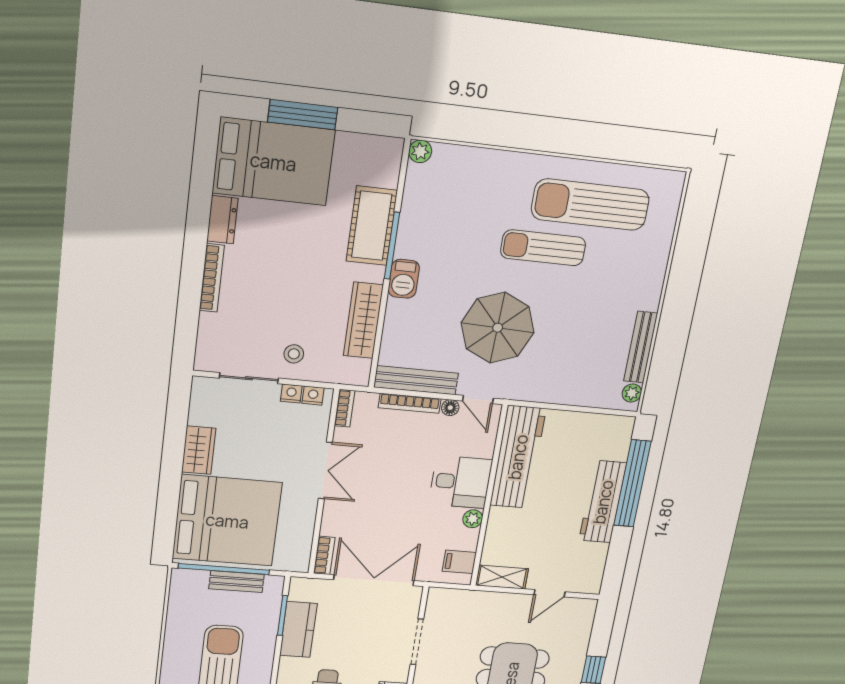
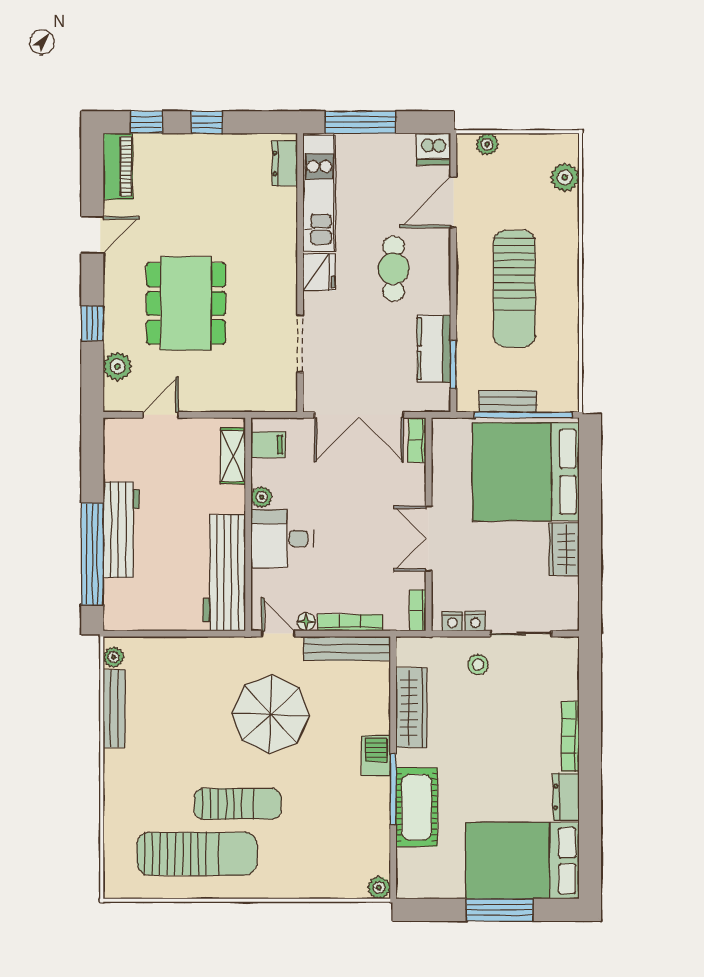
shelving: (502, 577) -> (233, 456), moved, turned 90
plant: (579, 635) -> (117, 366), added

